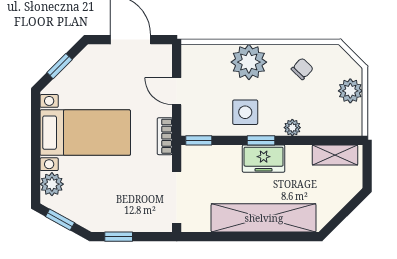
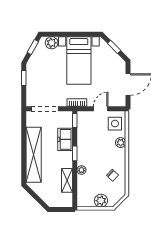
plant: (249, 62) -> (121, 143), width x0.53, depth x0.53
side table: (245, 112) -> (115, 124), moved
shelving: (335, 155) -> (67, 180), moved
freezer: (264, 159) -> (65, 139), moved

